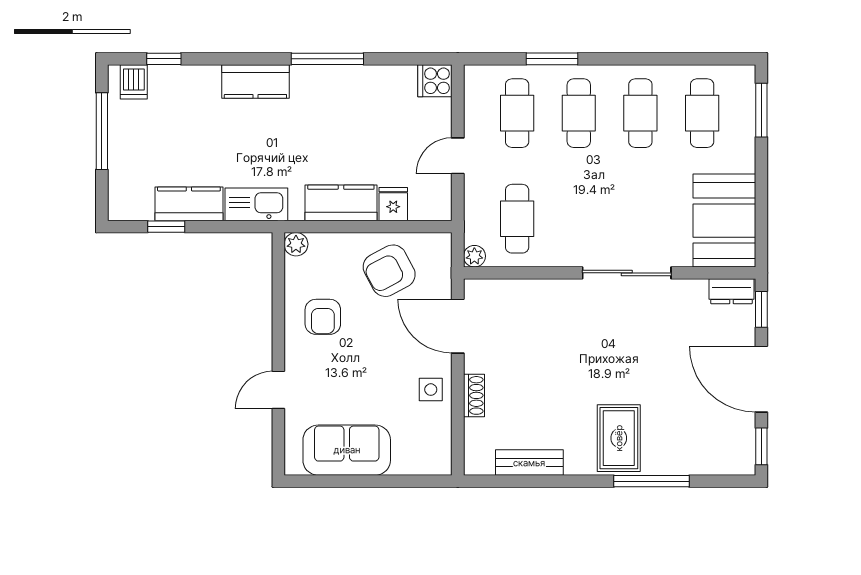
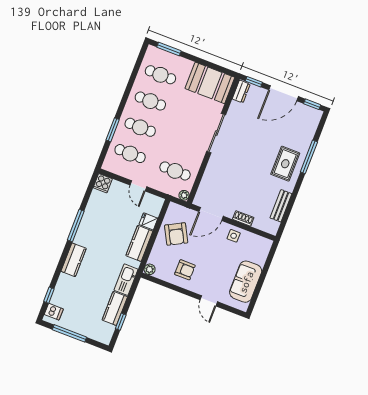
rug: (619, 438) -> (285, 164), turned 90

